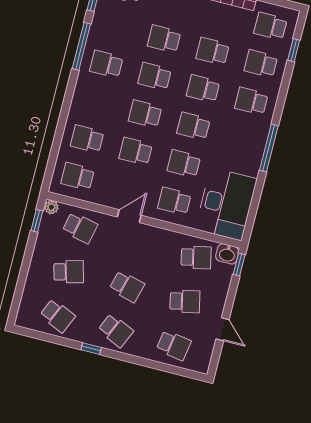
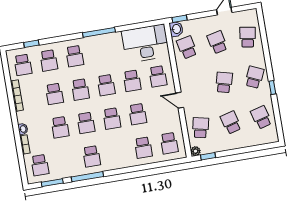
school desk: (58, 316) -> (261, 117), turned -39

